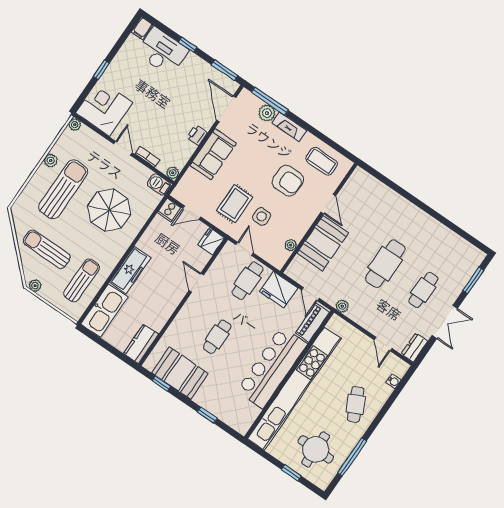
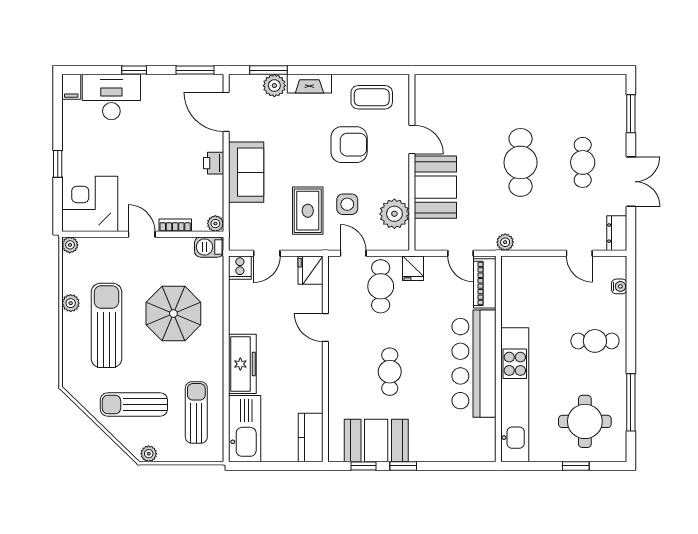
window: (270, 101) -> (269, 70), width x0.69
plant: (291, 245) -> (394, 214), width x1.87, depth x1.87
fridge: (279, 290) -> (413, 268), width x0.53, depth x0.75
kitchen unit: (294, 389) -> (515, 395), width x0.73
cafe table: (356, 404) -> (595, 341), turned -64
window: (207, 415) -> (403, 466), moved

